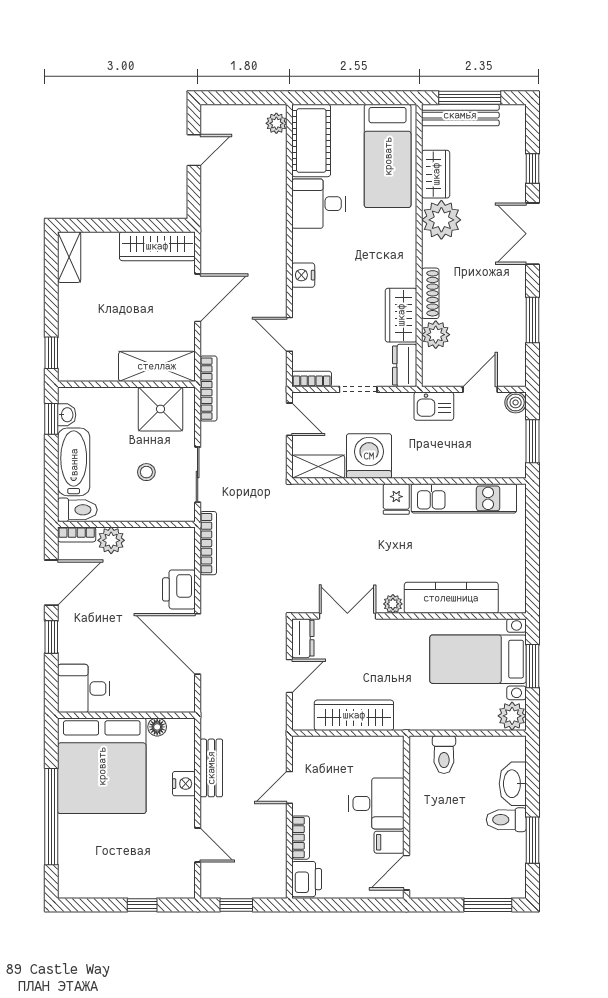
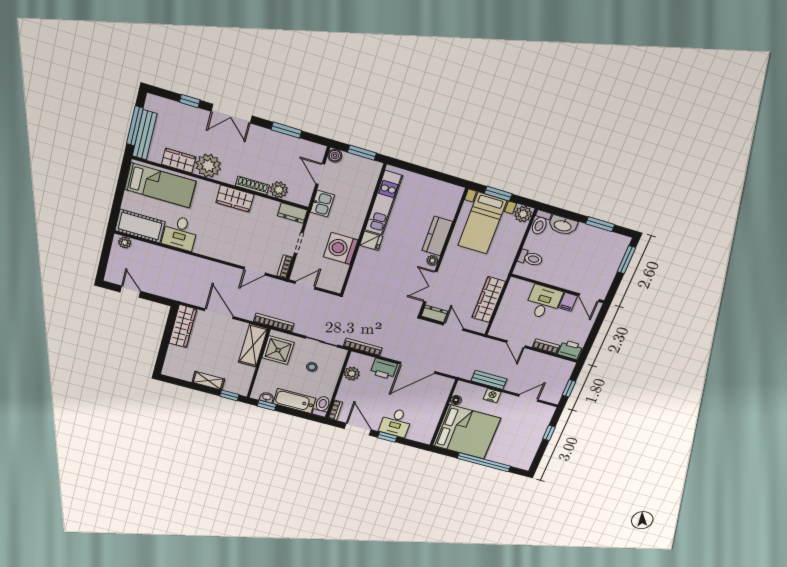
shelving: (69, 257) -> (208, 381), moved
nightstand: (303, 275) -> (221, 254), removed
wardrobe: (401, 315) -> (235, 199), moved
shelving: (318, 467) -> (338, 278), removed
plant: (111, 540) -> (352, 374), moved
kitchen counter: (451, 598) -> (437, 236), width x0.67
desk: (84, 688) -> (396, 422), moved
toilet: (506, 820) -> (540, 223), moved

